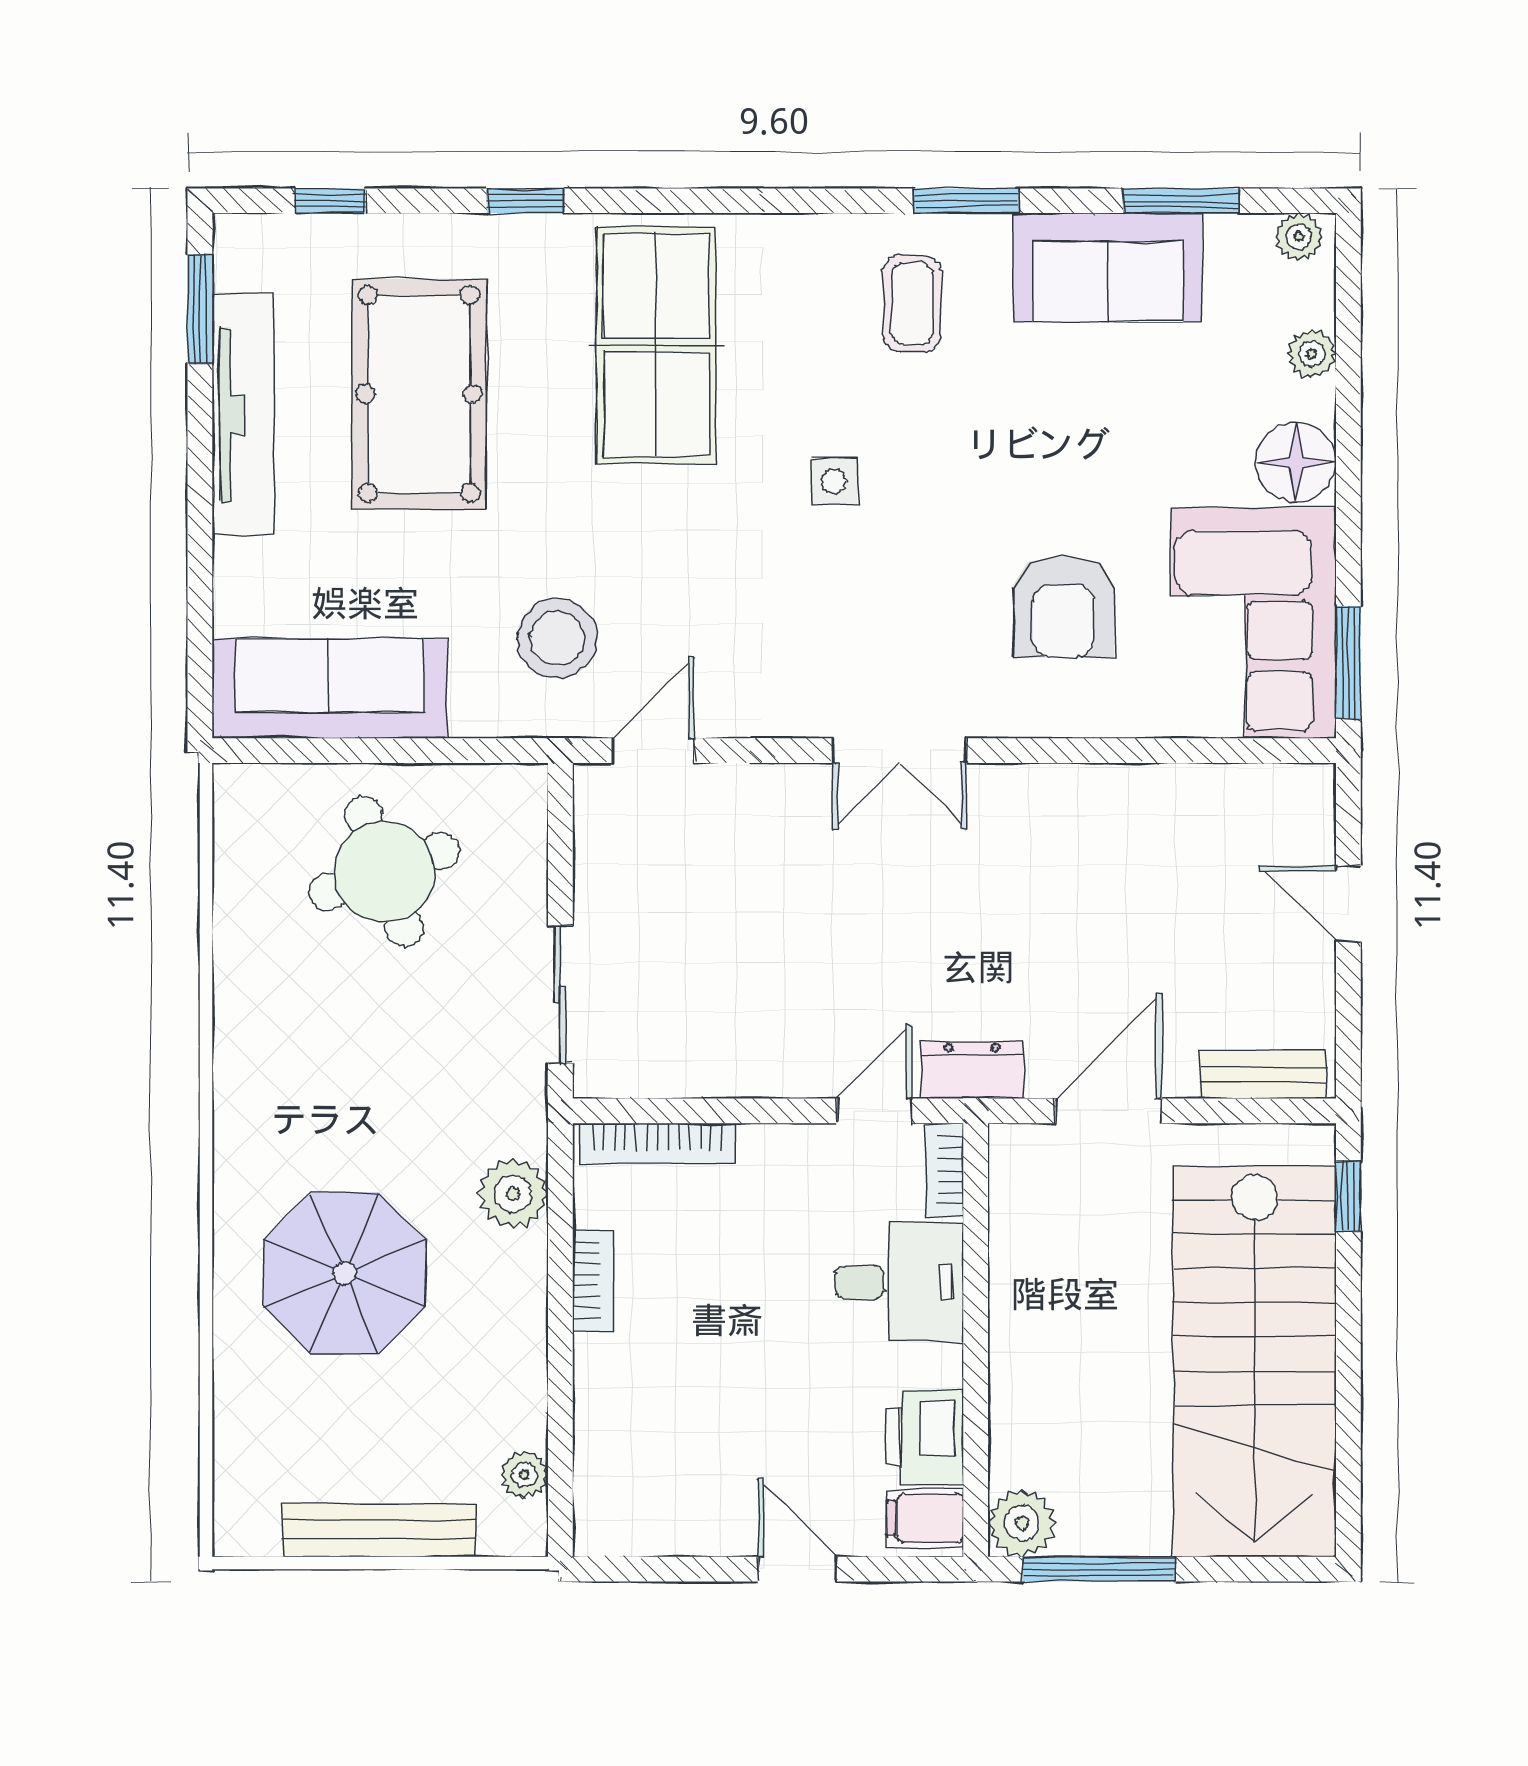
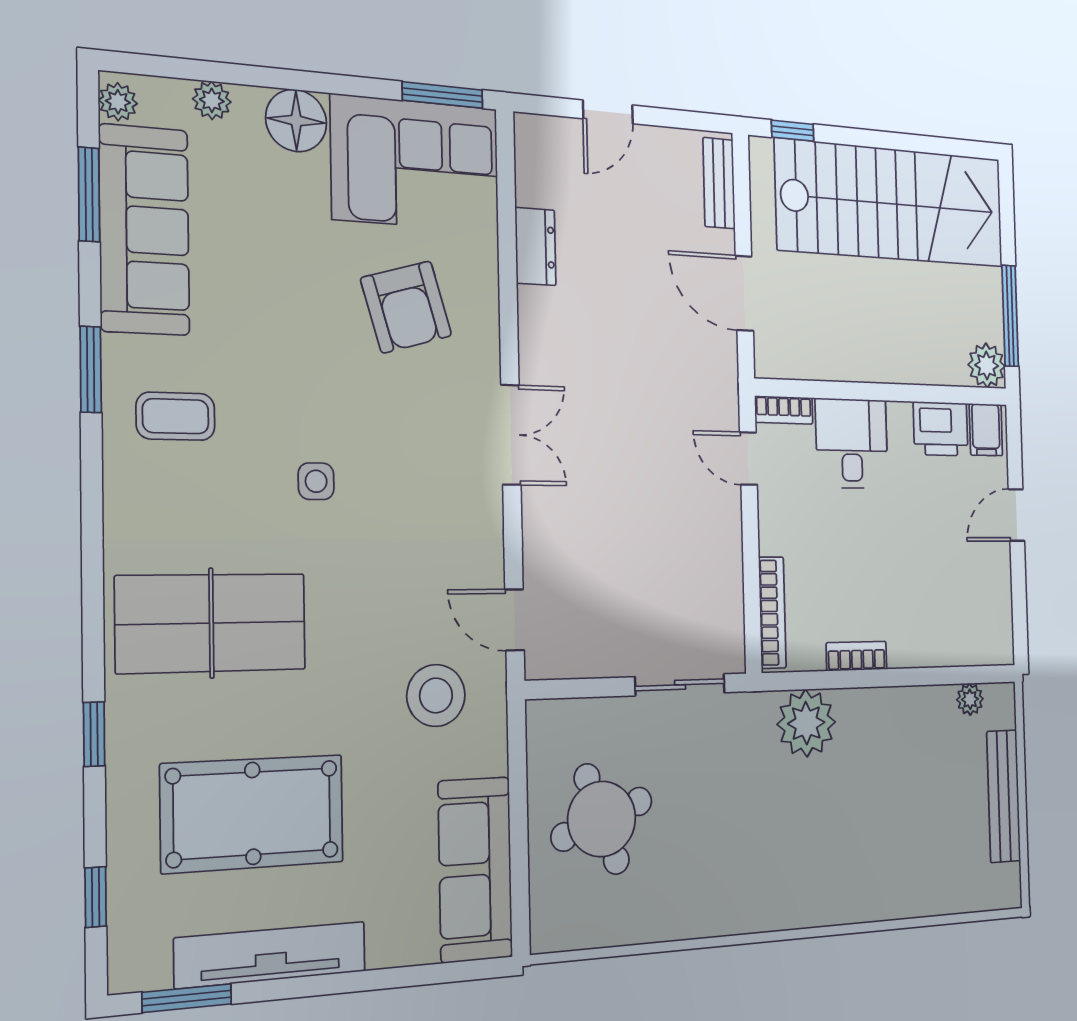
sofa: (1108, 267) -> (144, 230), width x1.36
armchair: (1063, 607) -> (406, 307), turned 74
dresser: (972, 1070) -> (536, 247), moved, turned 180
plant: (513, 1194) -> (806, 723), width x1.36, depth x1.36
parasol: (345, 1273) -> (857, 830), removed

